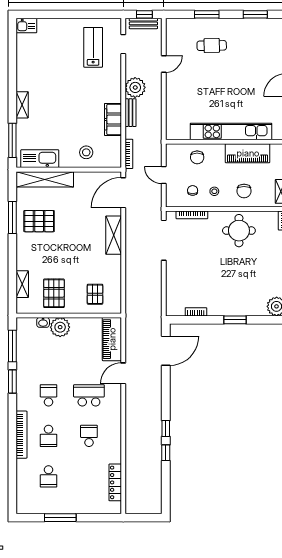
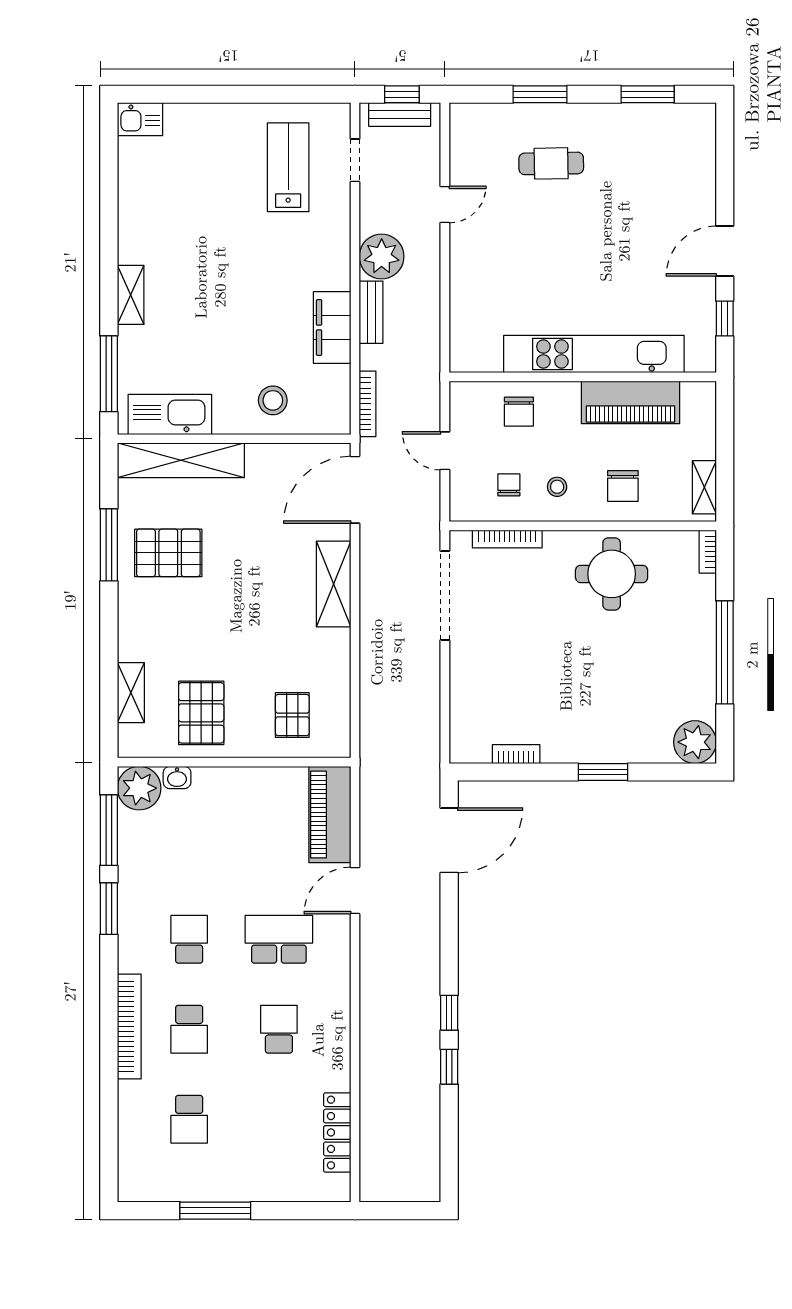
plant: (60, 327) -> (139, 788), moved

